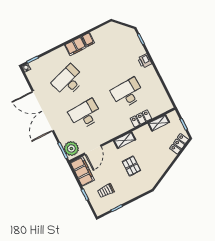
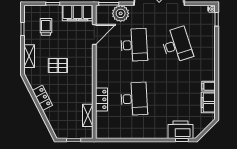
filing cabinet: (75, 46) -> (208, 103), moved
printer: (145, 61) -> (180, 130), moved, width x1.87, depth x1.48
shelving: (125, 140) -> (29, 56), moved
locker: (179, 144) -> (42, 98), moved
plant: (71, 149) -> (121, 13), moved
door: (93, 150) -> (94, 34), swing flipped

